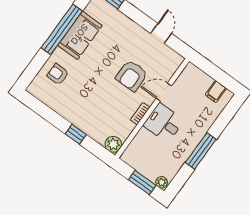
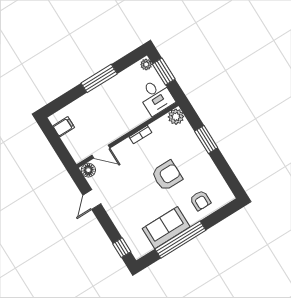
floor lamp: (176, 60) -> (88, 170), added
armchair: (132, 76) -> (167, 176), moved
door: (164, 92) -> (101, 152), moved
desk: (164, 123) -> (156, 97), moved
window: (76, 134) -> (206, 140), width x1.50

